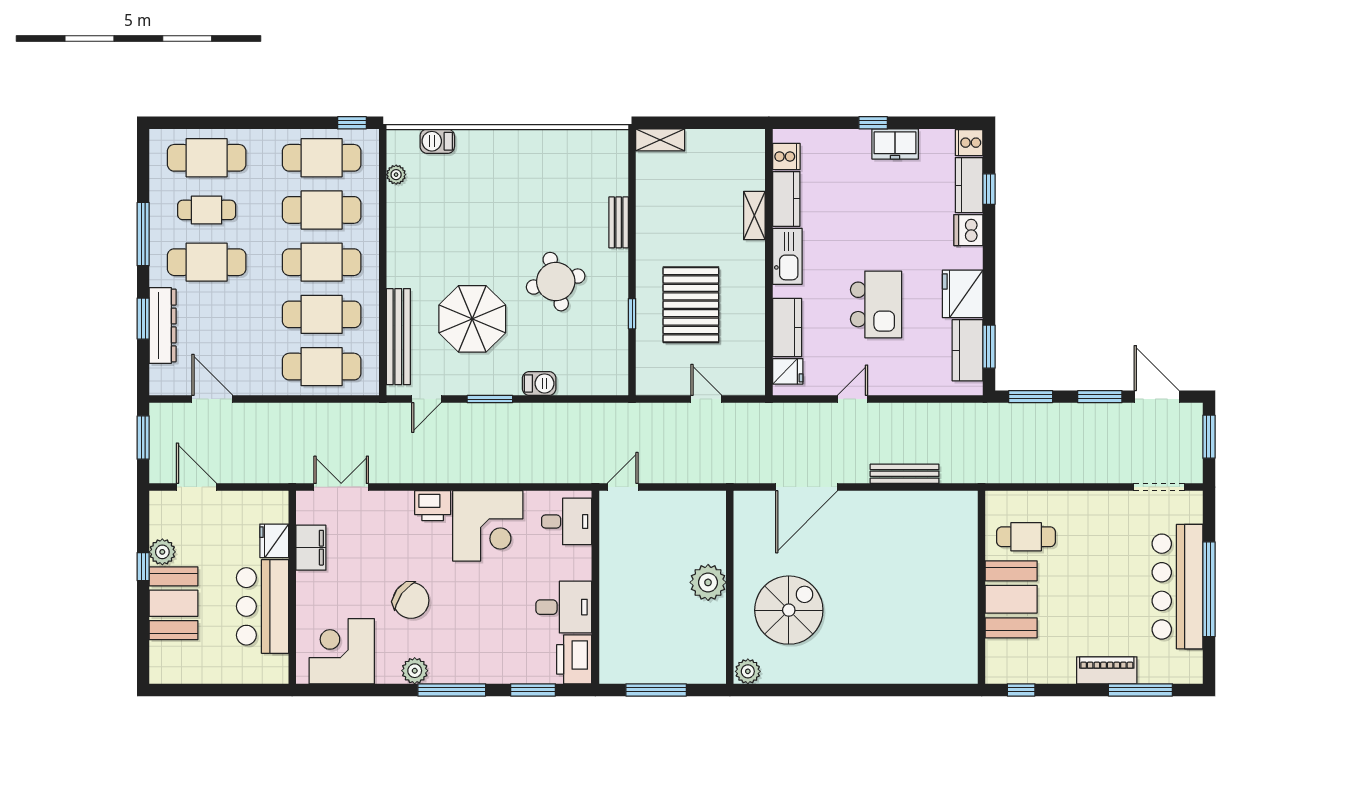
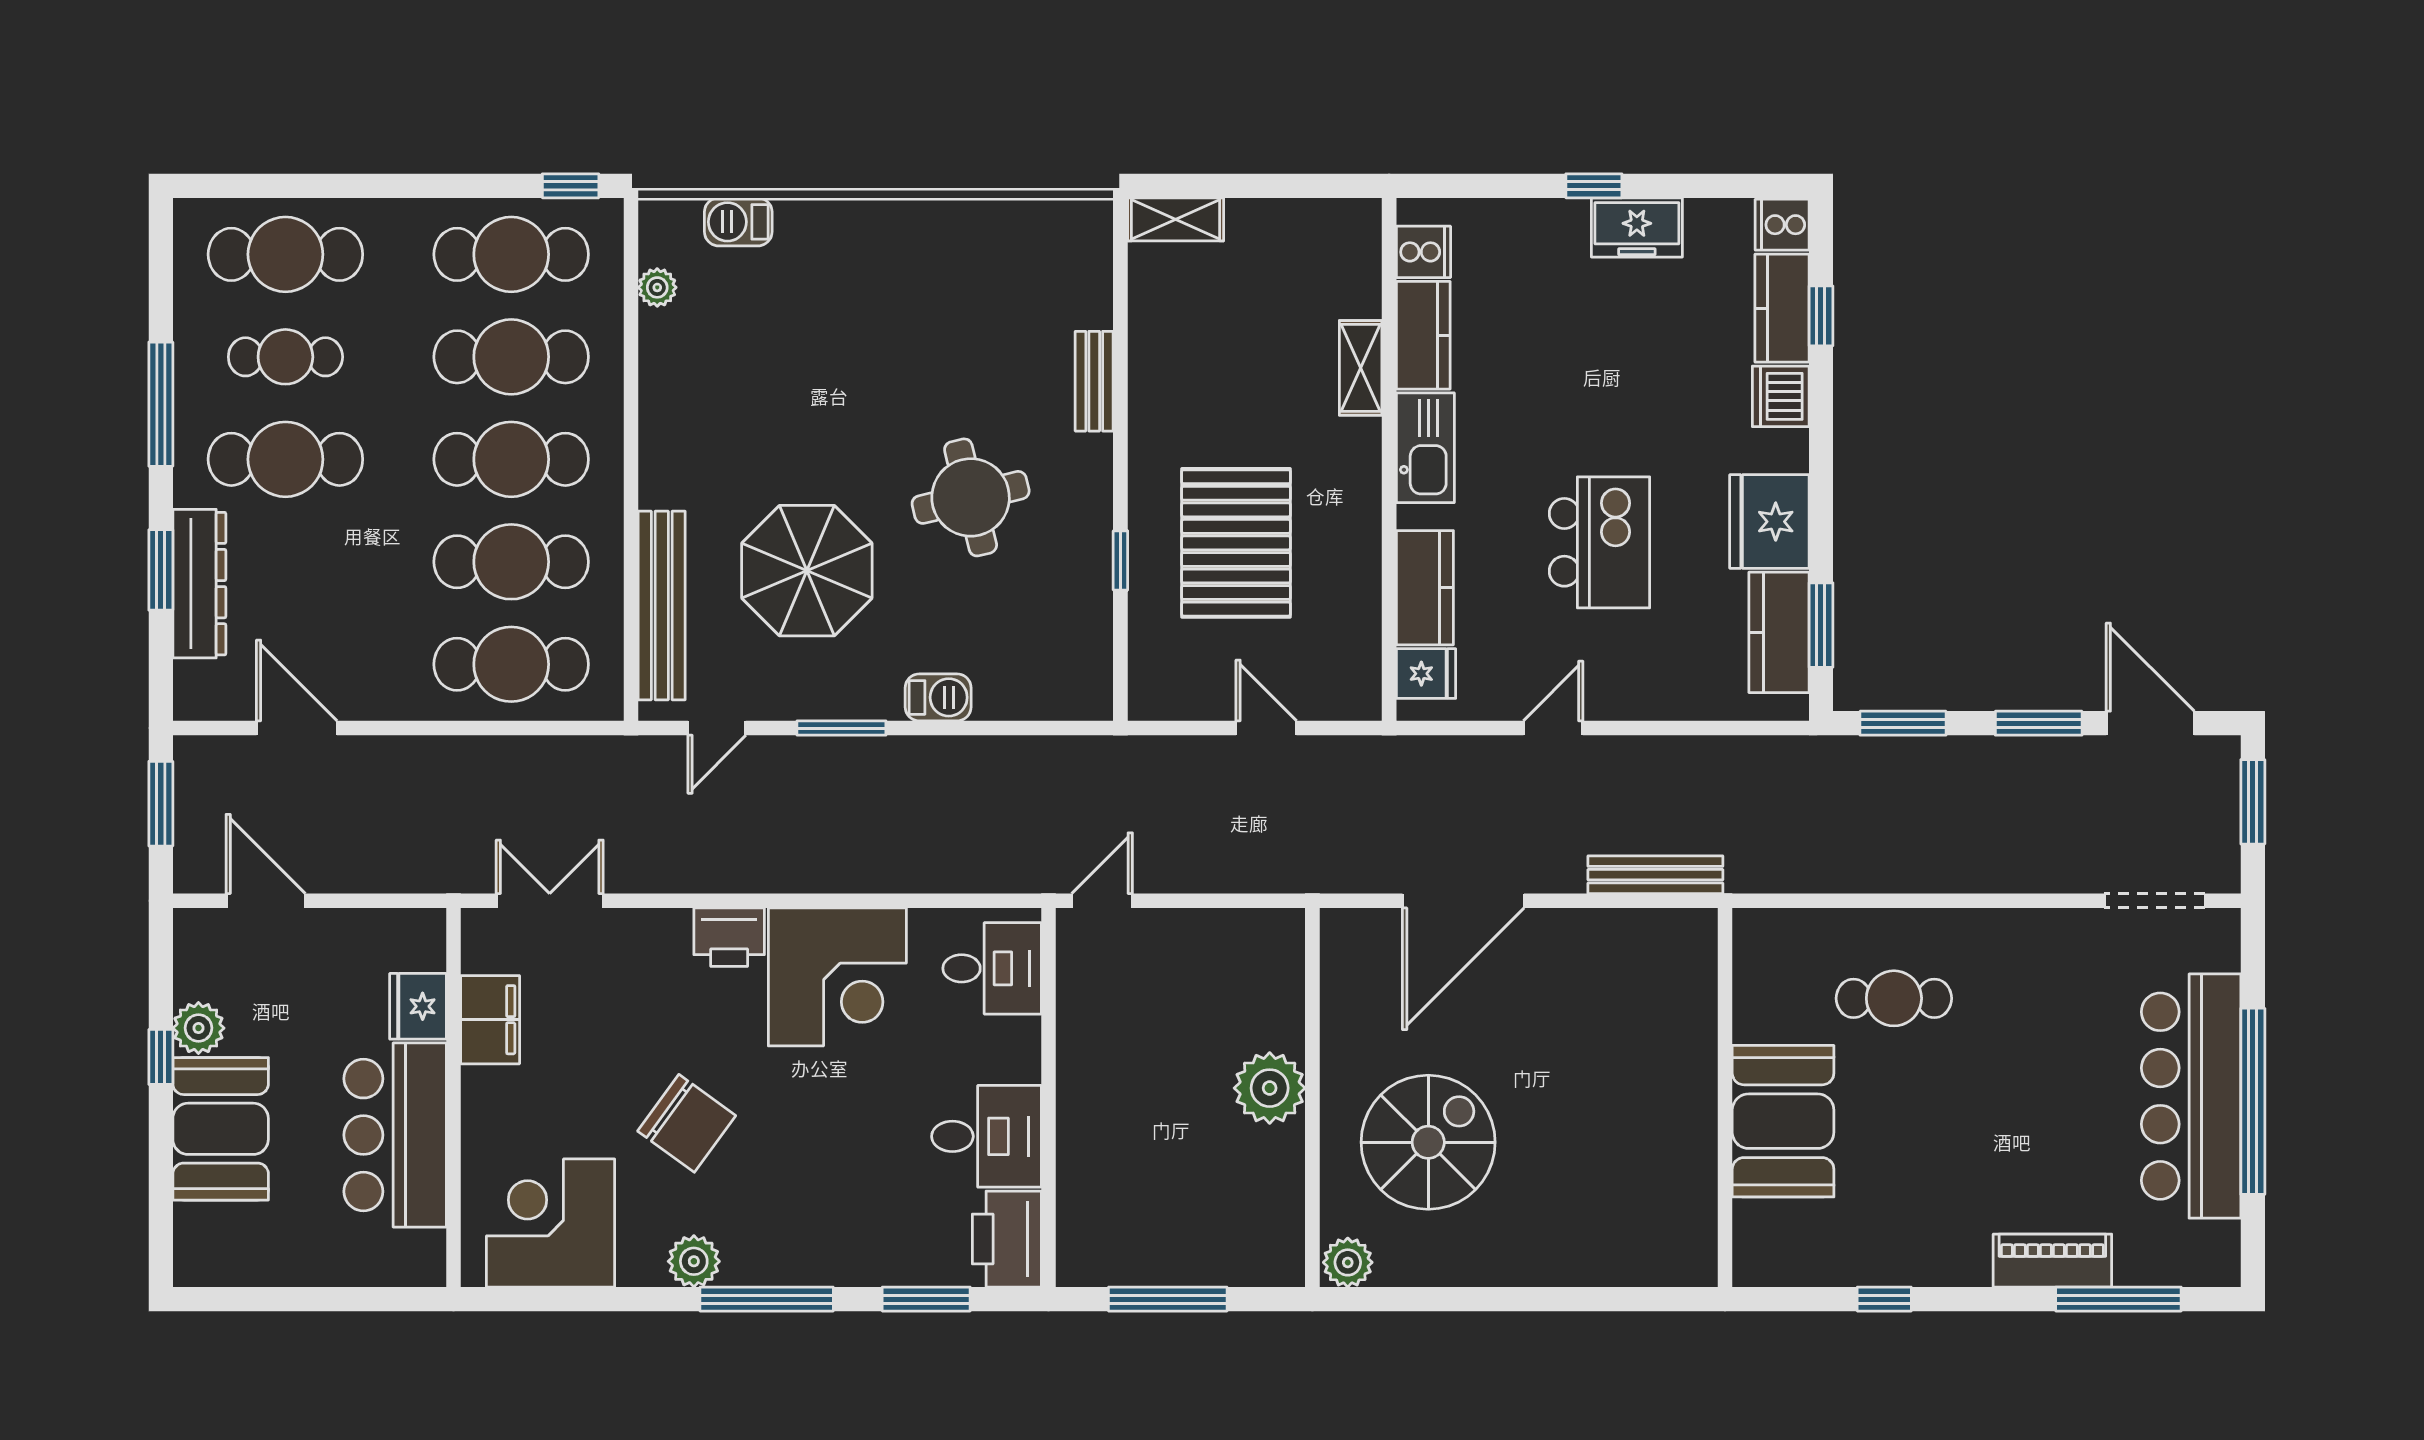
wall: (982, 587) -> (1725, 1097), moved
booth: (1011, 599) -> (1783, 1121), moved

